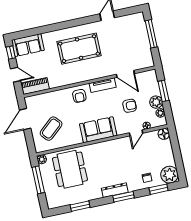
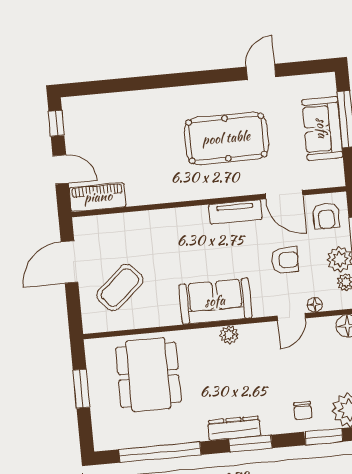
sofa: (28, 45) -> (322, 128), moved, turned 90
pool table: (79, 49) -> (226, 138), moved
armchair: (79, 96) -> (326, 216), moved
plant: (42, 159) -> (229, 335), moved
window: (38, 180) -> (81, 389), width x0.69
window: (80, 206) -> (160, 452), width x2.11

